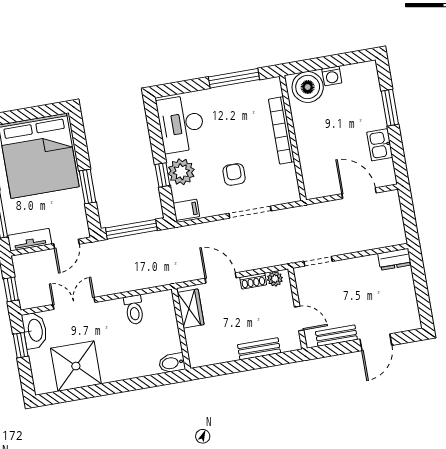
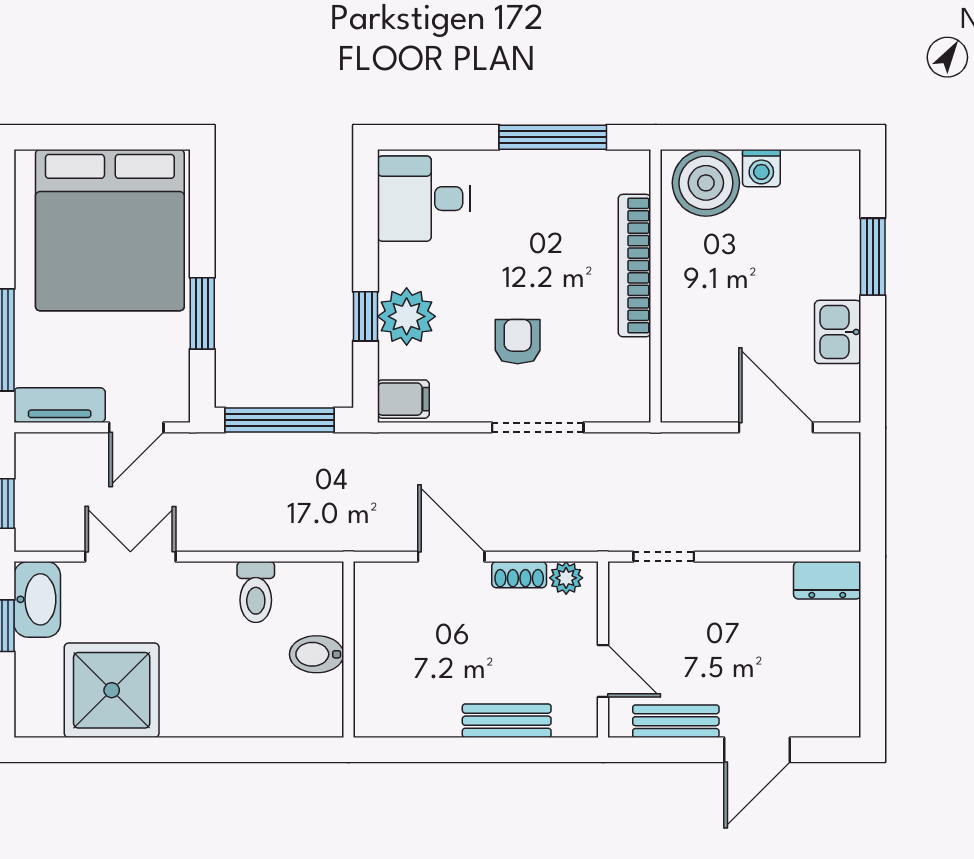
desk: (181, 124) -> (424, 199), width x0.73
wardrobe: (191, 308) -> (376, 610), removed
bidet: (172, 363) -> (317, 654), moved

